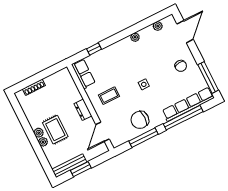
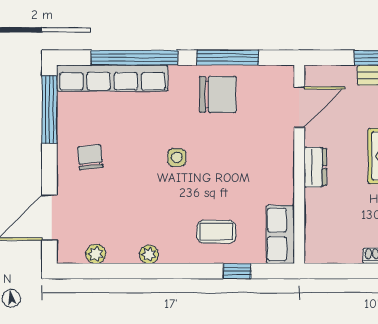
coffee table: (109, 96) -> (216, 232), moved

